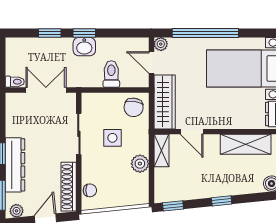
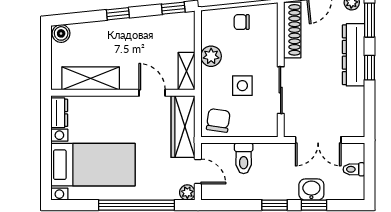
washbasin: (84, 47) -> (311, 190), moved
toilet: (15, 82) -> (354, 169), moved
chair: (90, 190) -> (242, 22), moved

